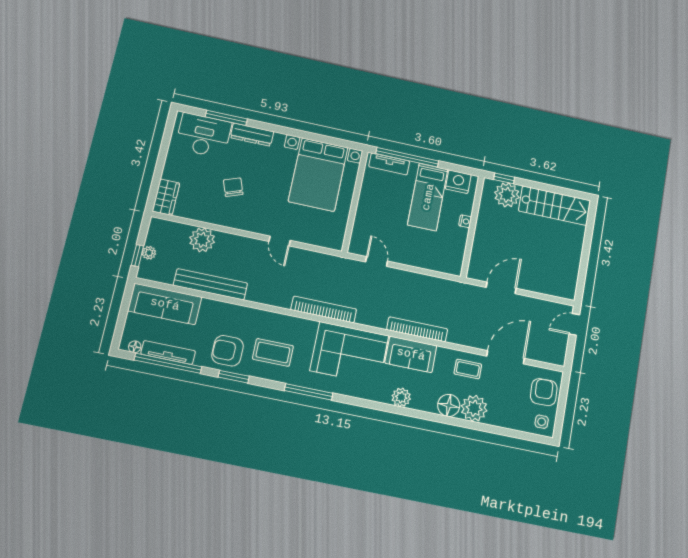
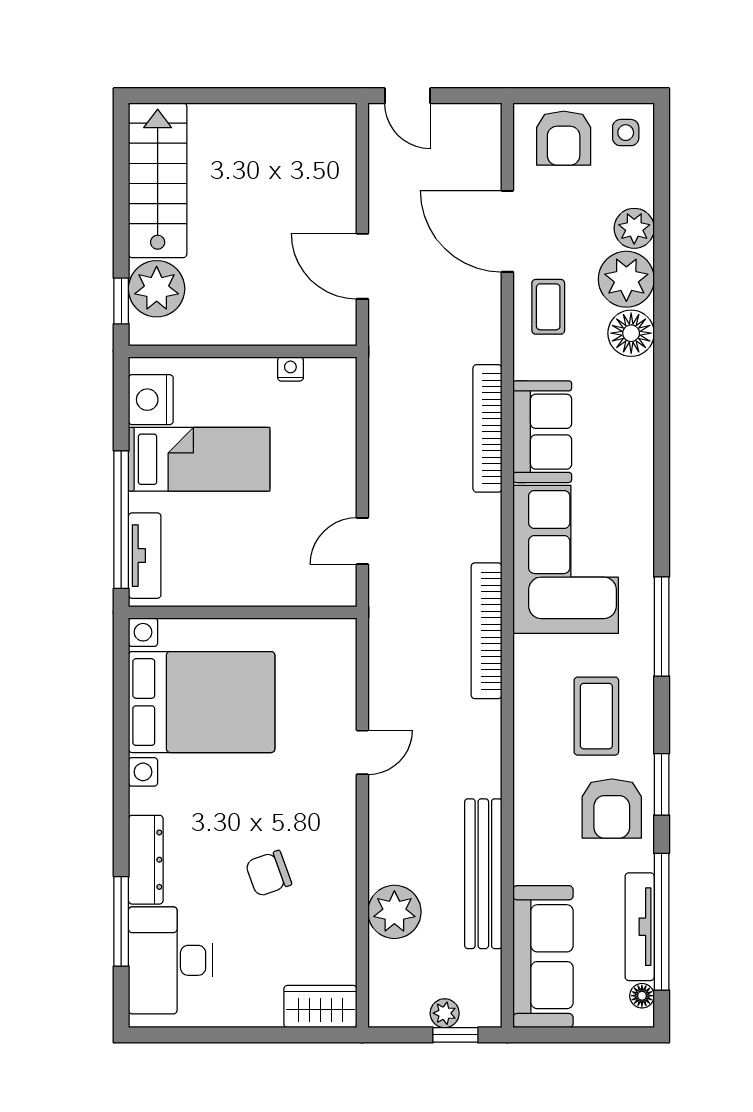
nightstand: (465, 221) -> (290, 369), moved
armchair: (544, 392) -> (564, 138), turned -88
plant: (401, 397) -> (634, 228), moved

